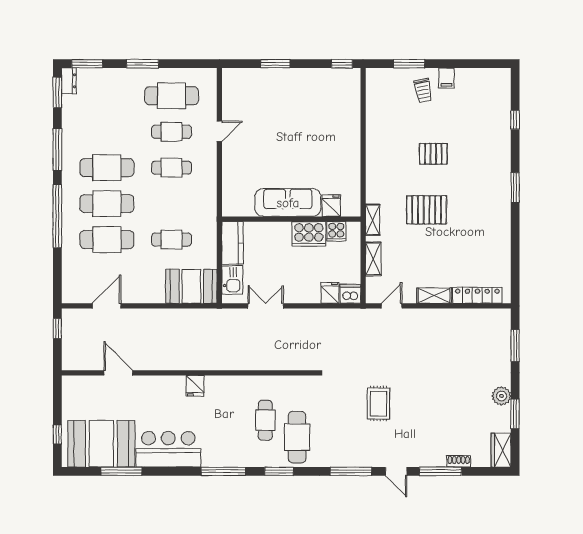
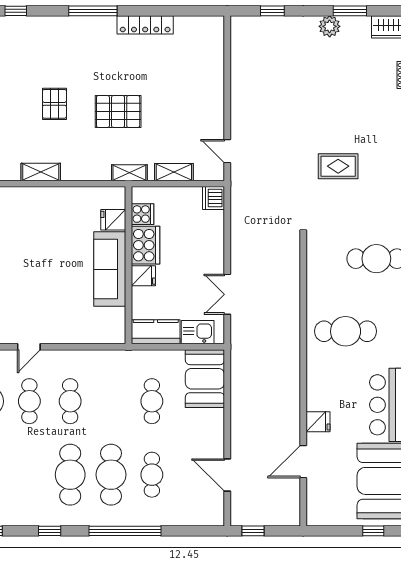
door: (219, 131) -> (29, 347), swing flipped
window: (57, 150) -> (50, 531), width x0.46
window: (515, 188) -> (93, 11), width x1.44
pallet: (427, 210) -> (118, 112), turned 90
cafe table: (107, 240) -> (152, 475), width x0.73, depth x0.74
fridge: (330, 293) -> (143, 276), moved, turned 180
locker: (477, 295) -> (145, 25), moved, turned -90
shelving: (434, 296) -> (41, 172), moved, turned 90
window: (515, 346) -> (272, 11), width x0.67
fridge: (195, 386) -> (318, 422), moved
cafe table: (265, 420) -> (346, 331), moved, width x1.37, depth x1.35

